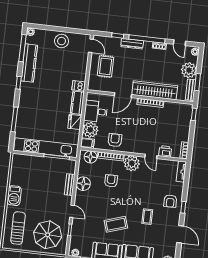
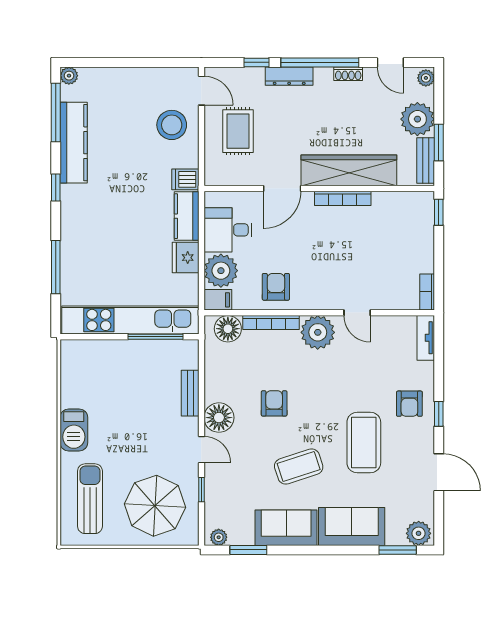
stool: (62, 41) -> (172, 125), moved
printer: (165, 151) -> (386, 299), removed
armchair: (111, 181) -> (274, 403), moved
floor lamp: (83, 184) -> (219, 418), moved
coffee table: (147, 217) -> (364, 443), width x1.86, depth x1.72

